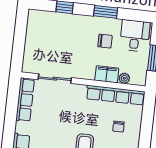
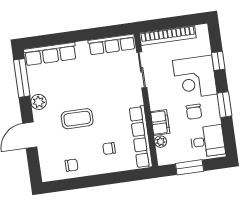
corner desk: (74, 32) -> (195, 77), added
bookcase: (30, 47) -> (168, 35), added

